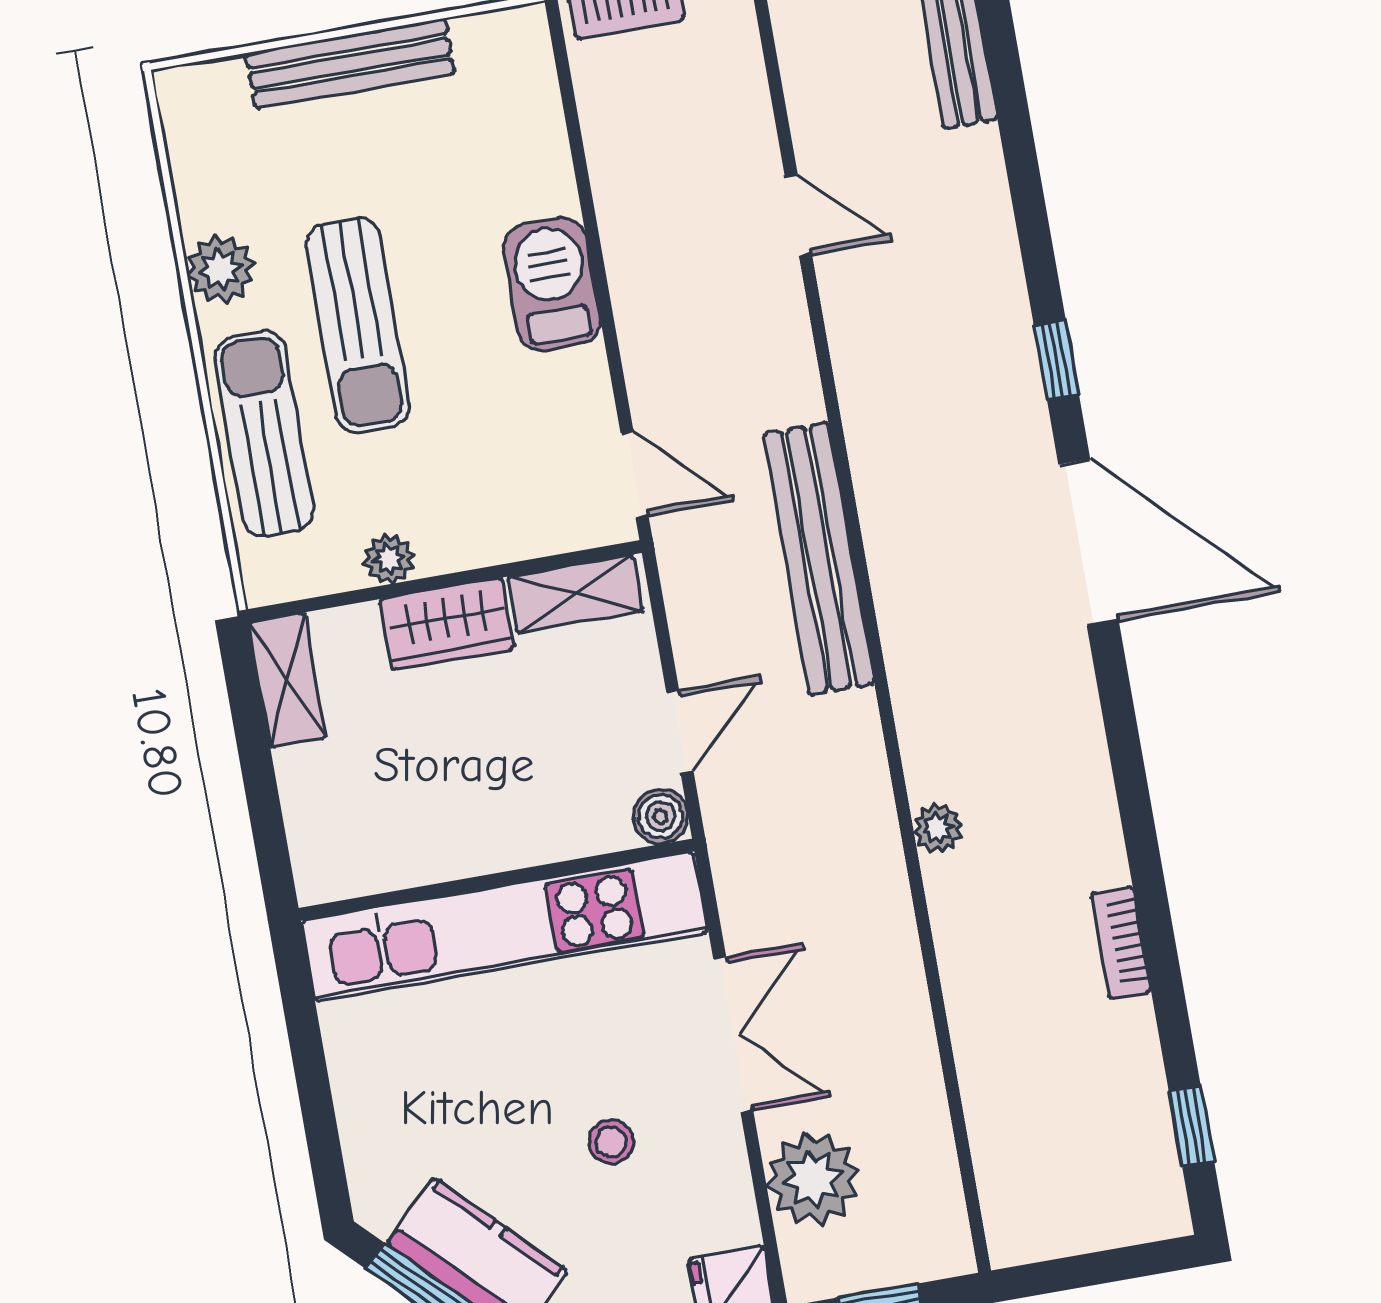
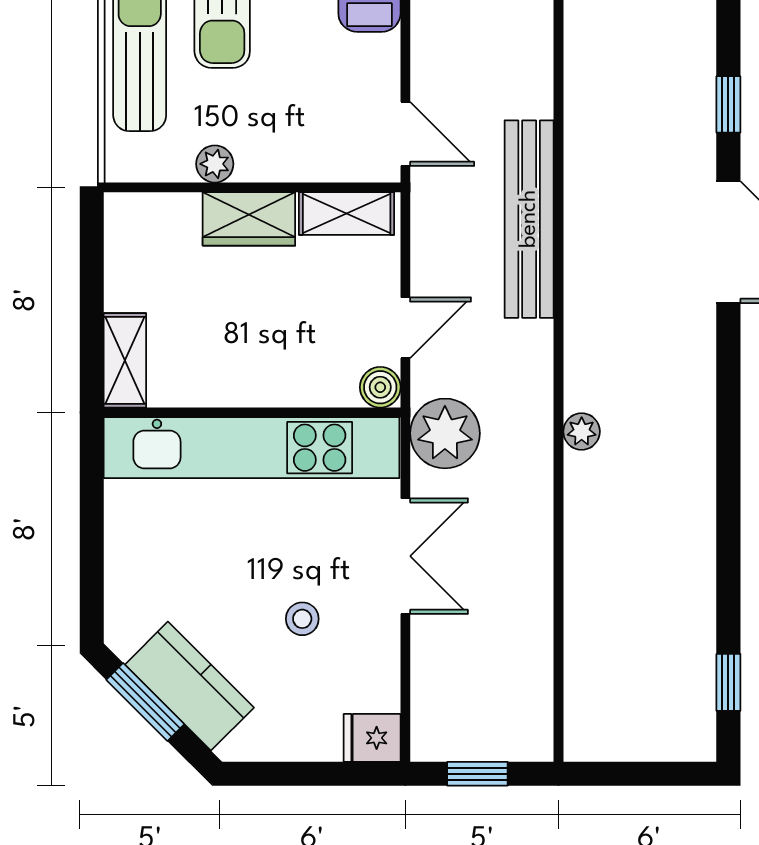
shelving: (287, 680) -> (125, 360), moved
bookcase: (1121, 943) -> (701, 539), removed
plant: (813, 1179) -> (445, 433), moved

